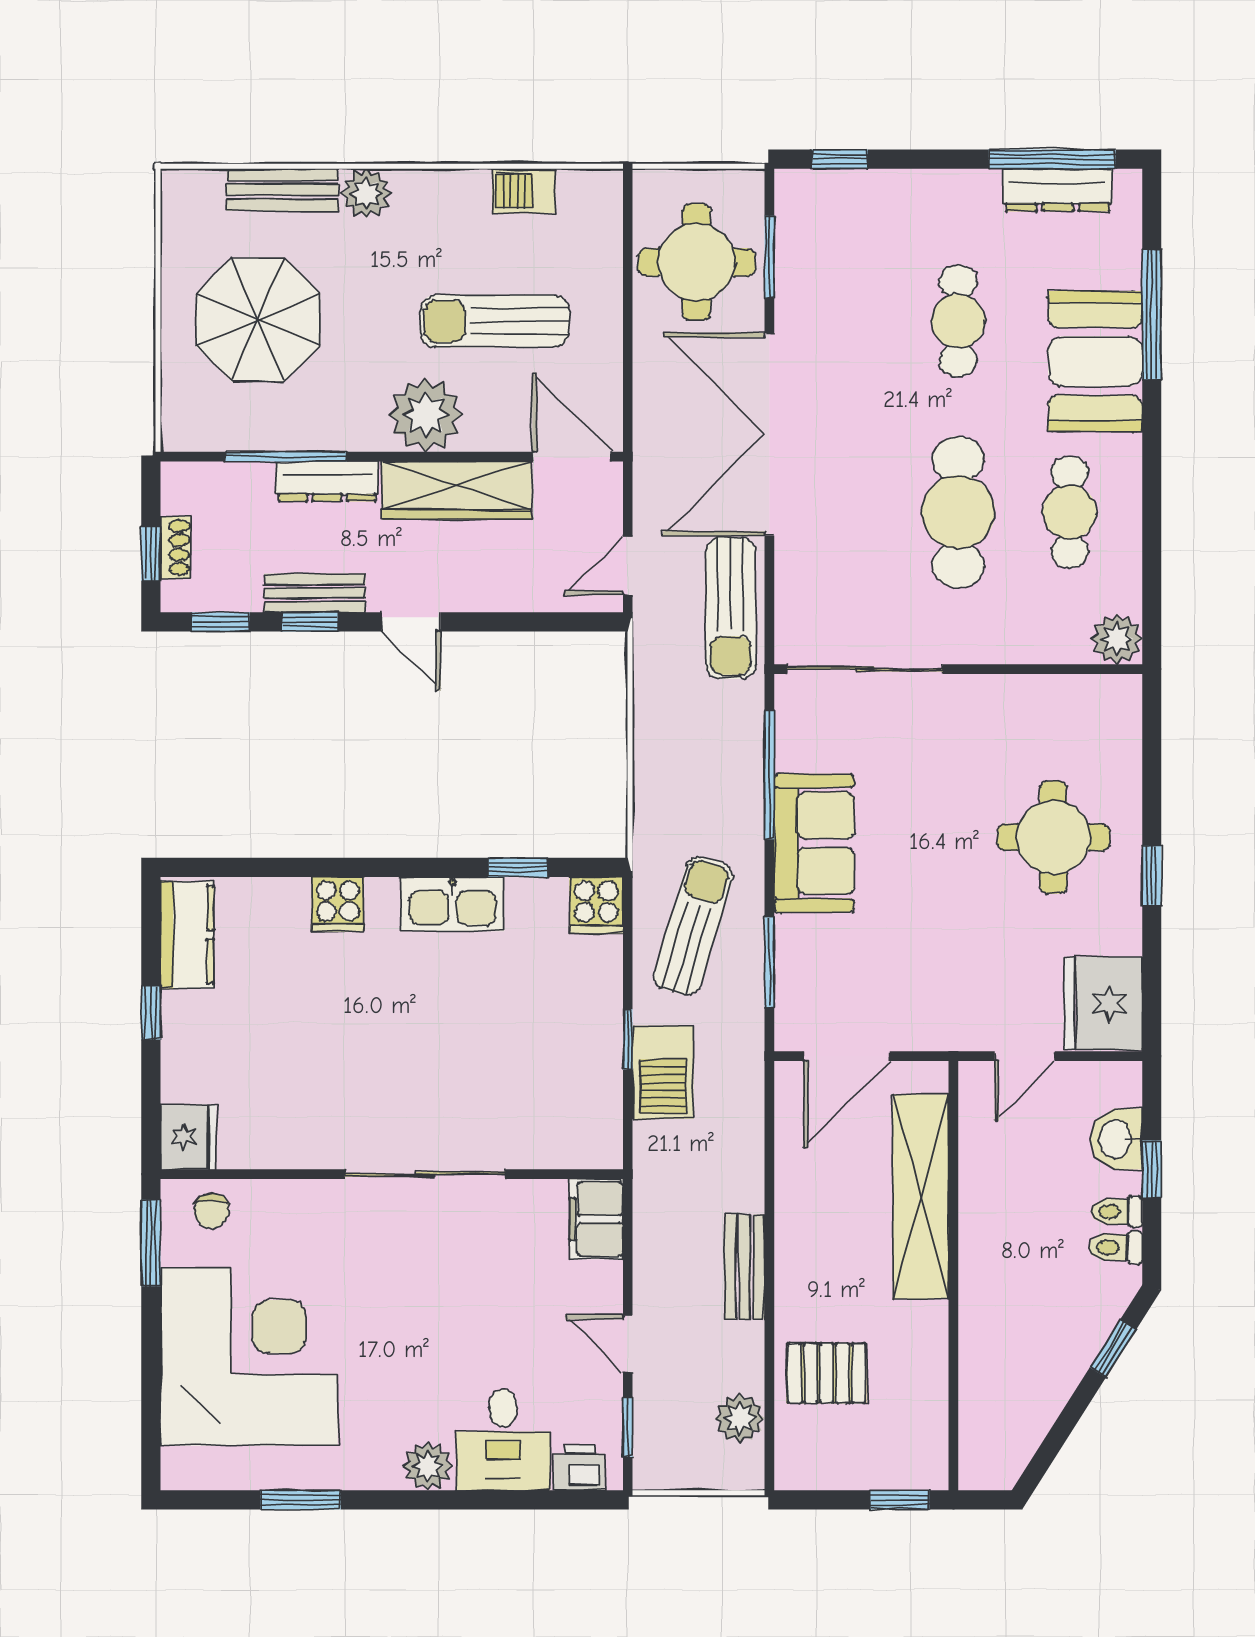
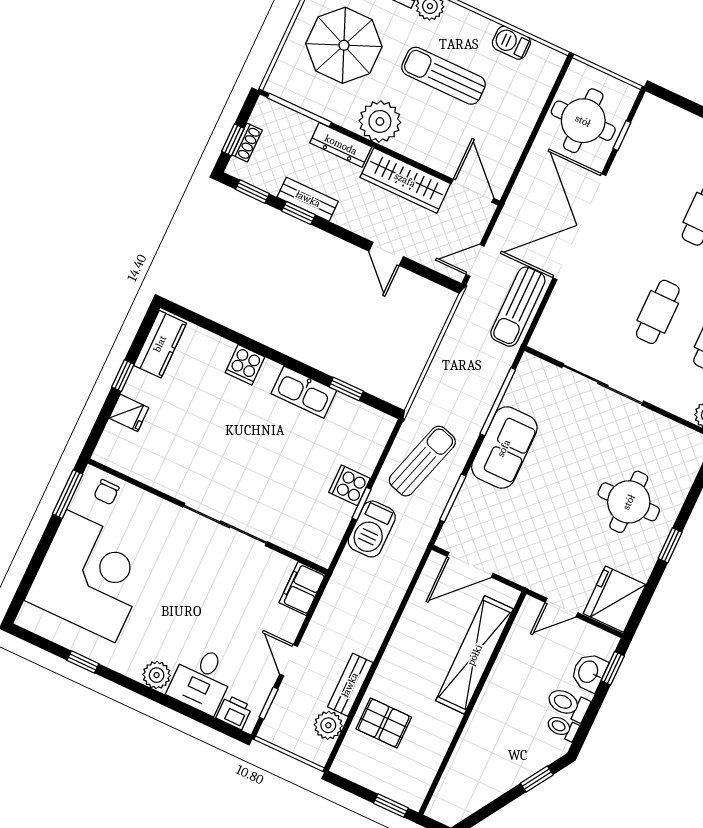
window: (840, 159) -> (682, 102), removed
window: (769, 257) -> (622, 135), width x0.67
sun lounger: (495, 321) -> (443, 76), moved
plant: (426, 415) -> (380, 121), moved
window: (286, 457) -> (299, 110), moved
cafe table: (958, 512) -> (658, 312), width x0.73, depth x0.74
door: (411, 622) -> (386, 254), moved
sliding door: (865, 669) -> (603, 384), moved
cooker: (596, 905) -> (349, 485), moved, turned 90
fridge: (188, 1137) -> (129, 413), moved, width x0.72
window: (1152, 1169) -> (613, 668), moved
toilet: (1117, 1212) -> (568, 704), width x1.37, depth x1.39
bench: (745, 1267) -> (350, 685), moved
window: (300, 1500) -> (83, 662), width x0.67

